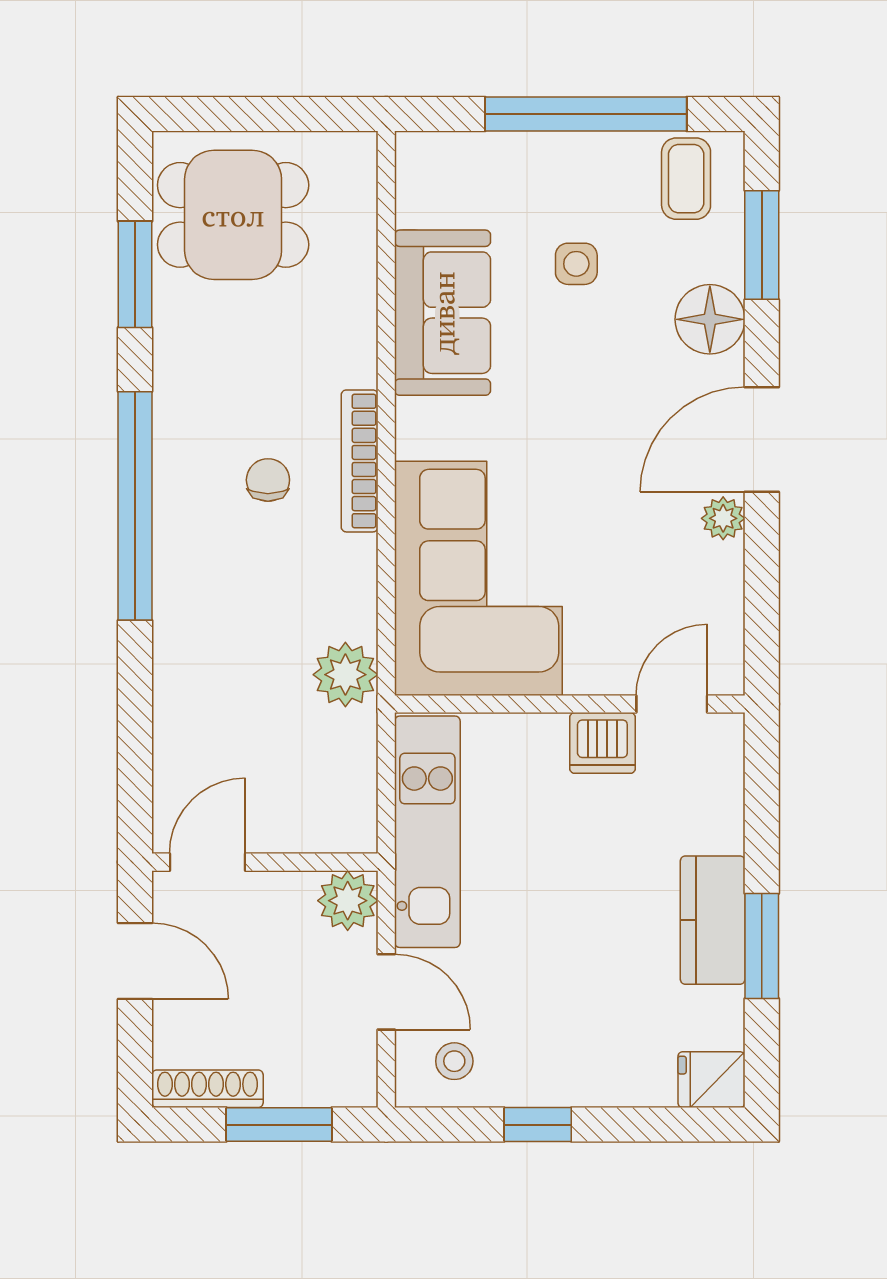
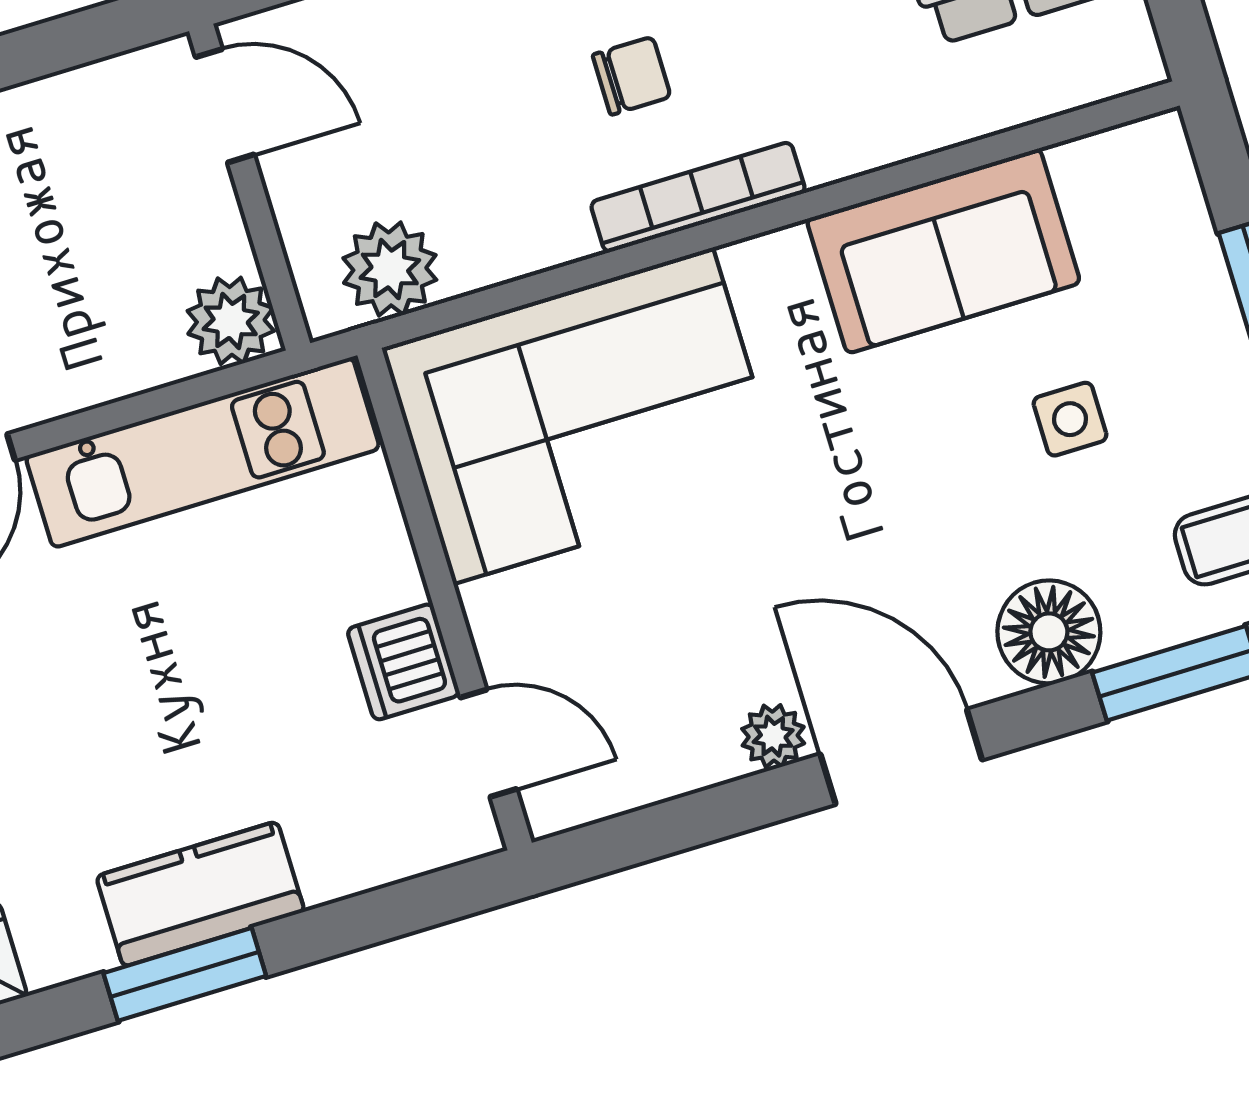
door: (207, 862) -> (225, 106), moved
wall: (265, 862) -> (250, 187), moved
plant: (348, 901) -> (231, 321), moved

